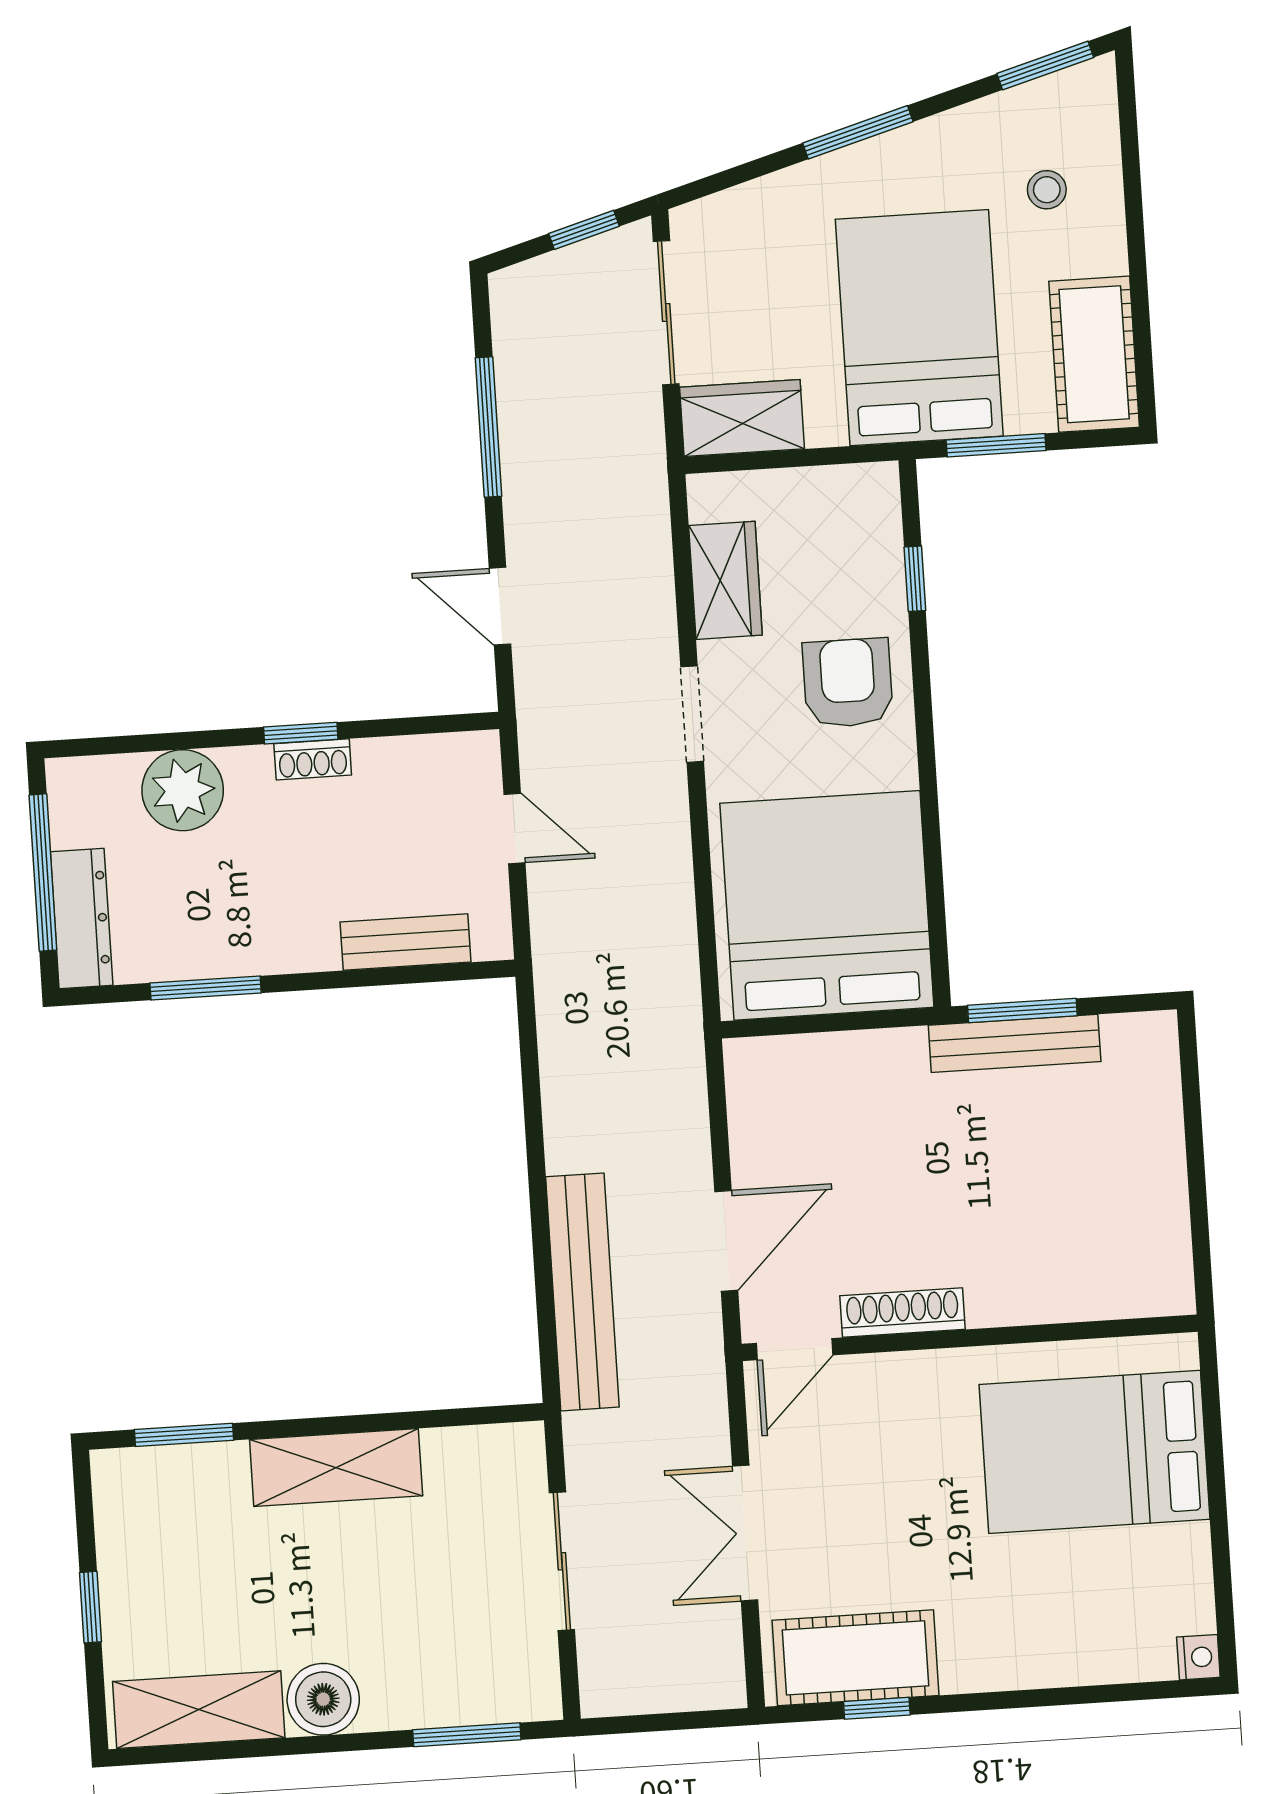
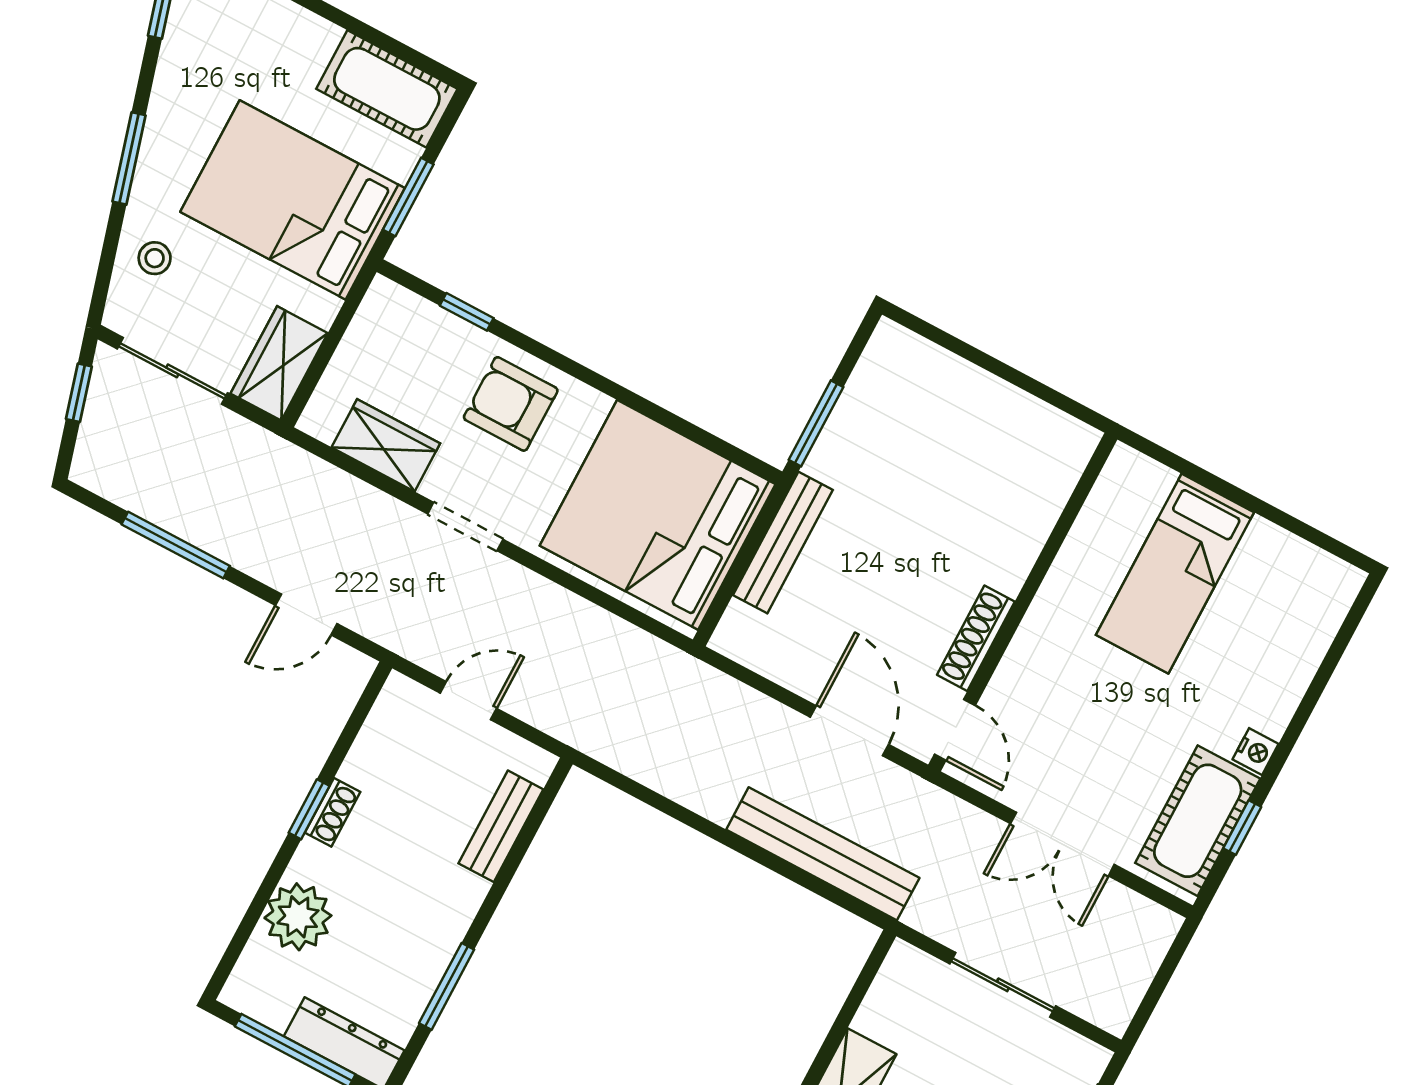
stool: (1047, 190) -> (155, 258), moved
bench: (1015, 1043) -> (783, 543), moved
bed: (1095, 1452) -> (1175, 574), width x0.67
nightstand: (1198, 1657) -> (1256, 752), moved, turned 90

